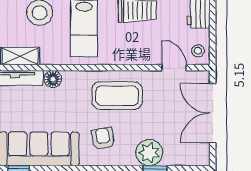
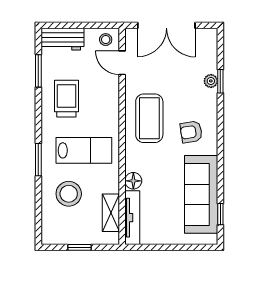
door: (174, 68) -> (122, 63), hinge flipped
plant: (149, 153) -> (211, 81), width x0.53, depth x0.53

